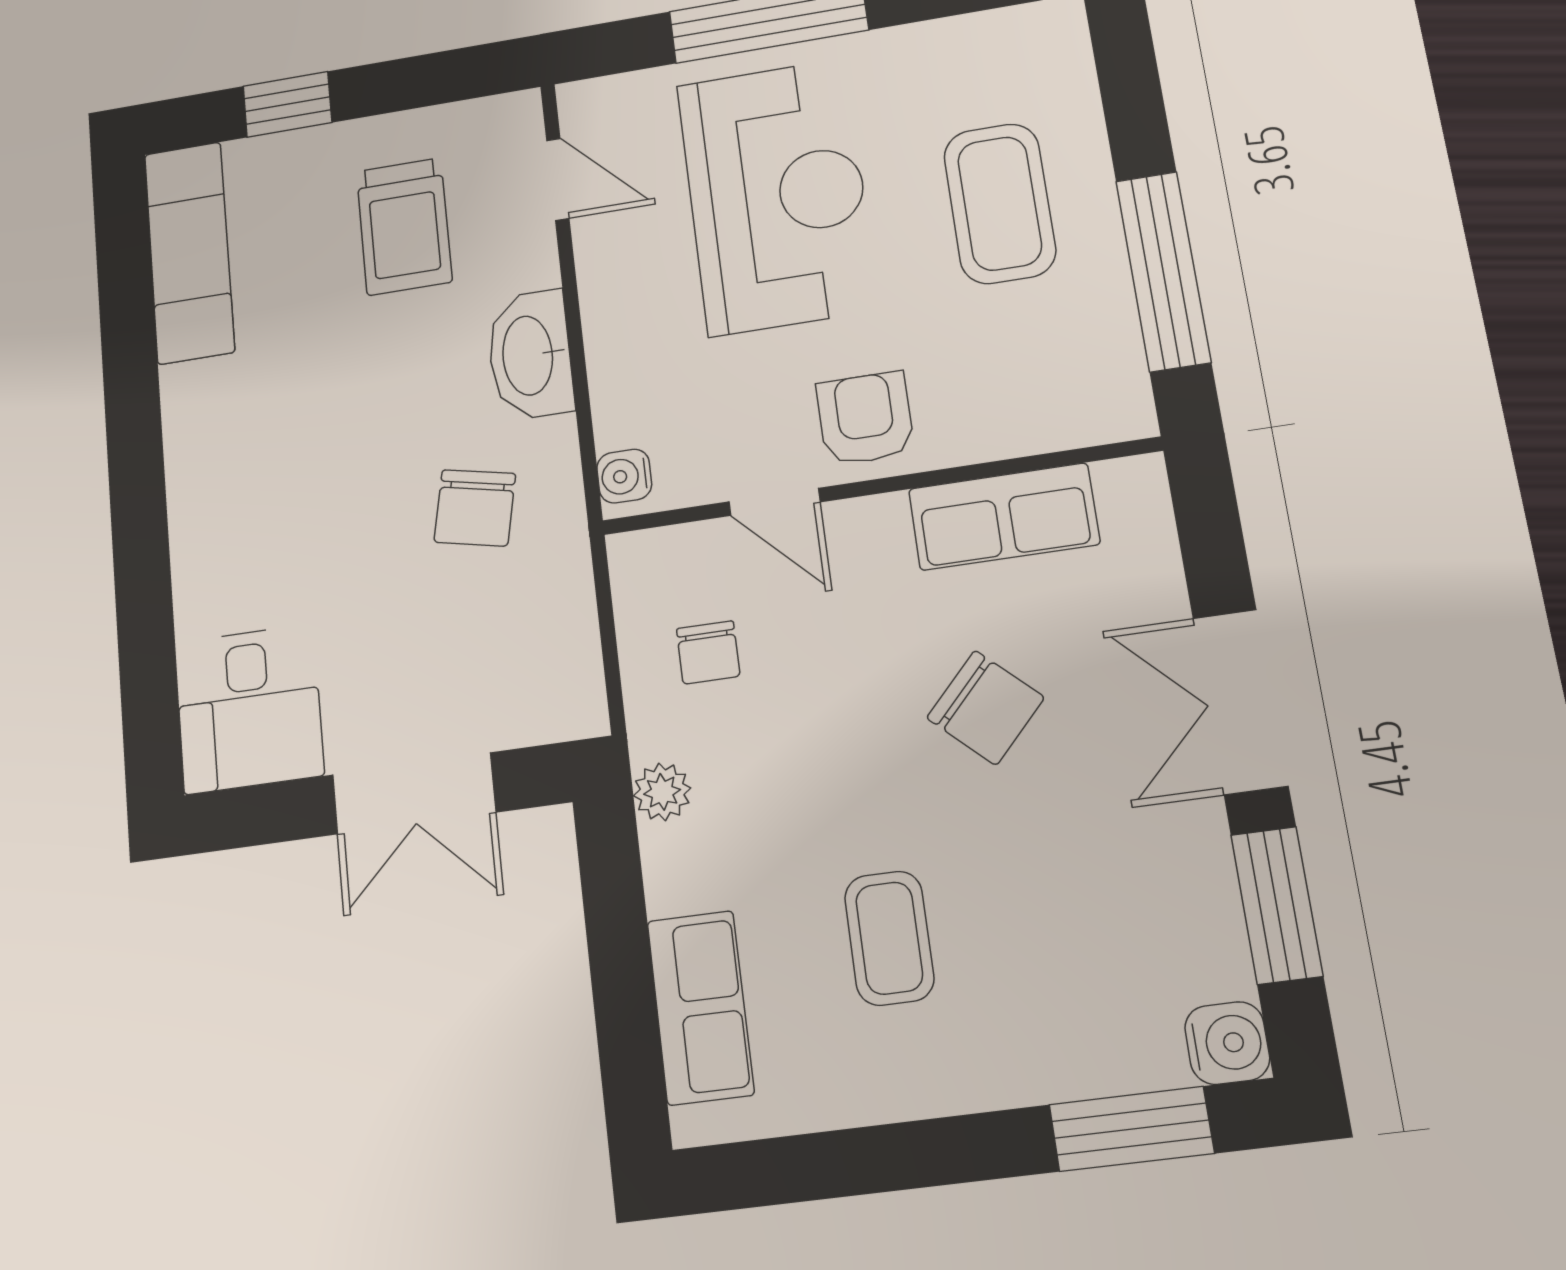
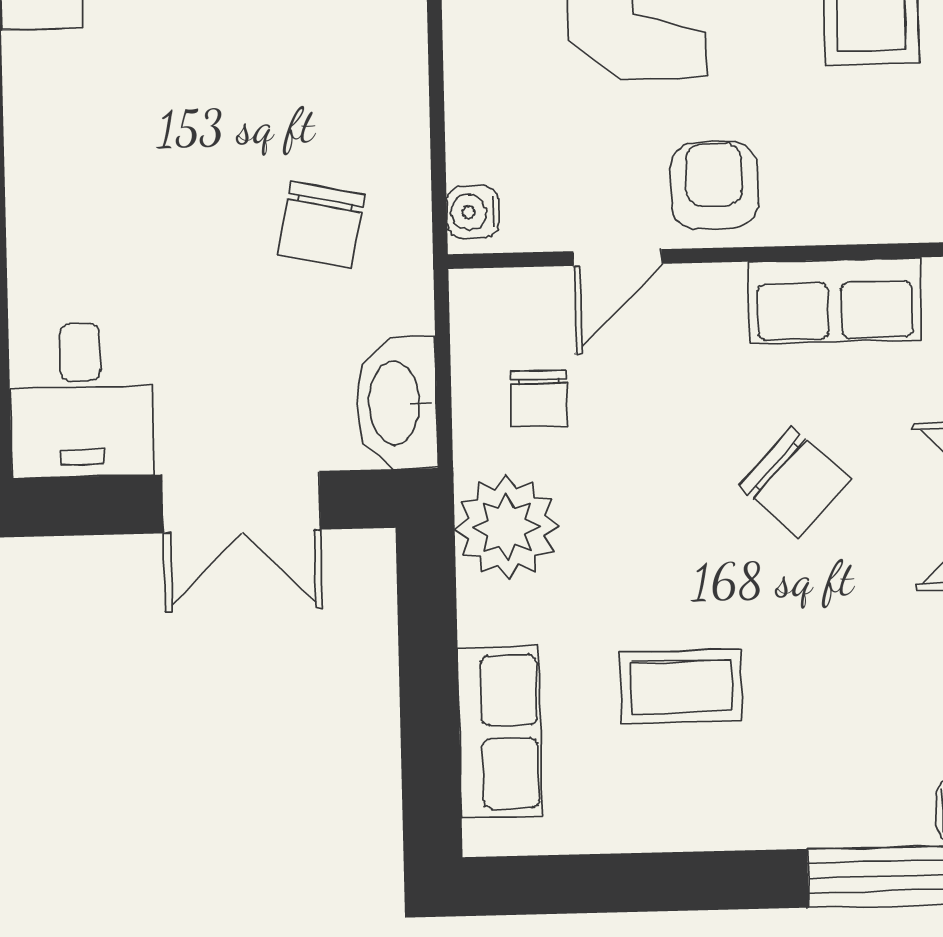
washbasin: (530, 355) -> (397, 403), moved
door: (774, 502) -> (617, 258), hinge flipped
plant: (662, 792) -> (507, 527), width x1.88, depth x1.88
coffee table: (889, 938) -> (681, 687), turned 90

